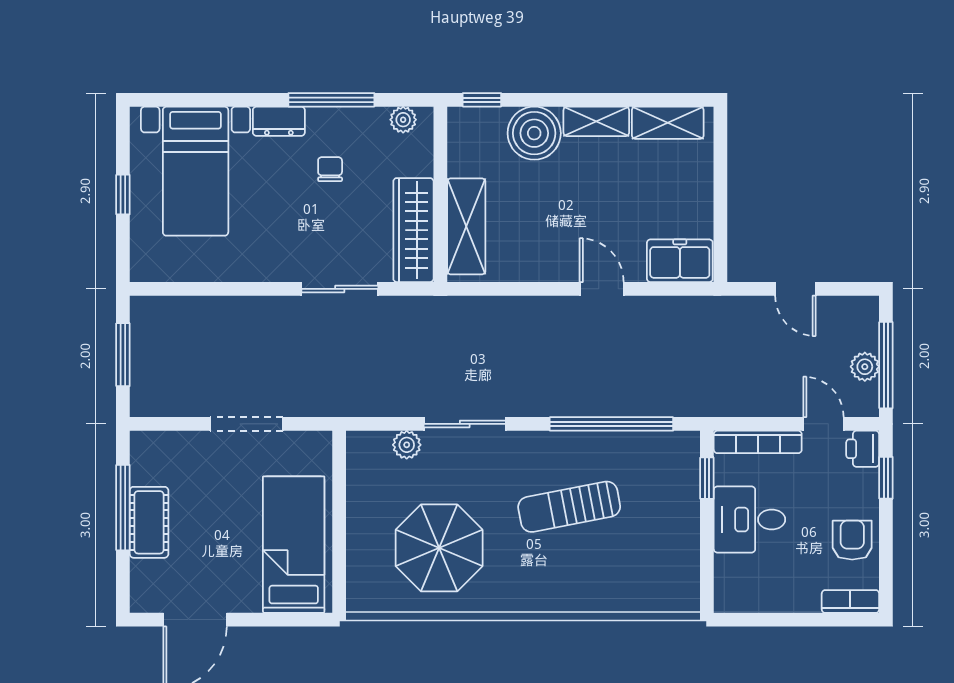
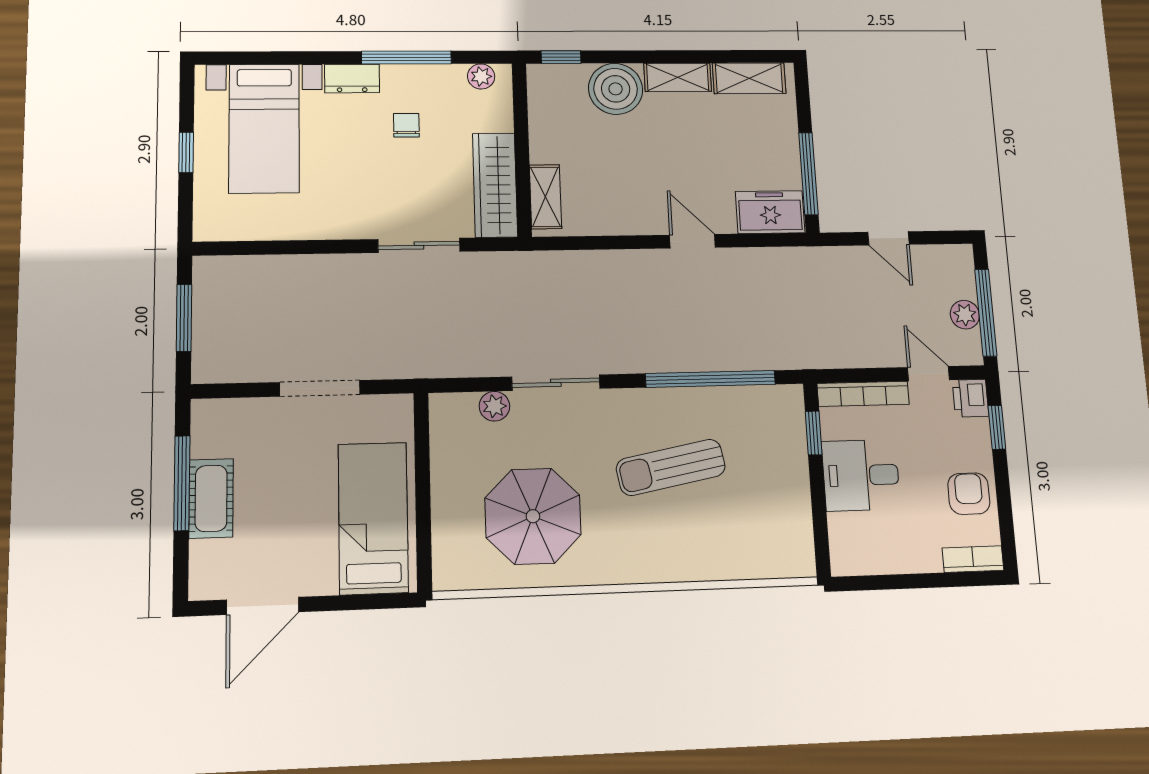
window: (720, 222) -> (808, 174), added
shelving: (466, 226) -> (545, 197), width x0.67, depth x0.75

